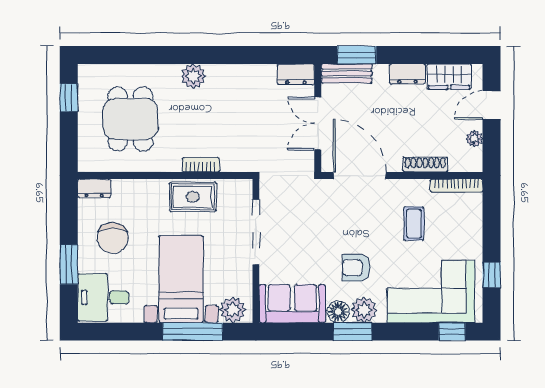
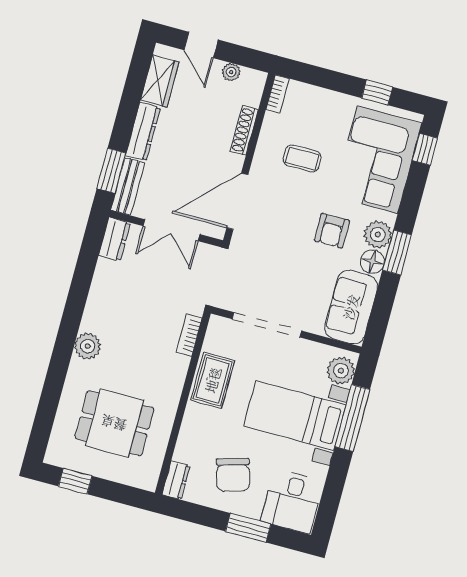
dresser: (407, 74) -> (143, 132), width x1.44
bookcase: (201, 165) -> (189, 335), moved
bookcase: (456, 186) -> (277, 94), width x0.64
chair: (113, 238) -> (233, 475), turned 75

